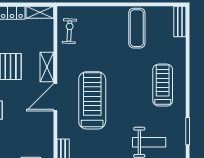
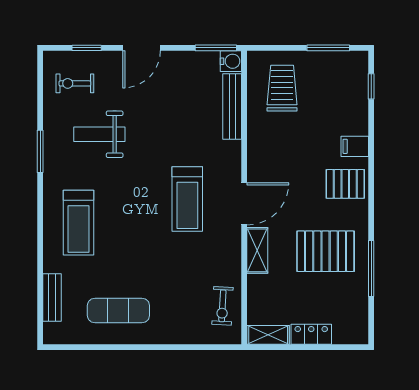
bench: (180, 22) -> (52, 297), moved
exercise mat: (137, 28) -> (118, 311), turned 90
treadmill: (92, 100) -> (187, 199), width x0.73, depth x0.73

